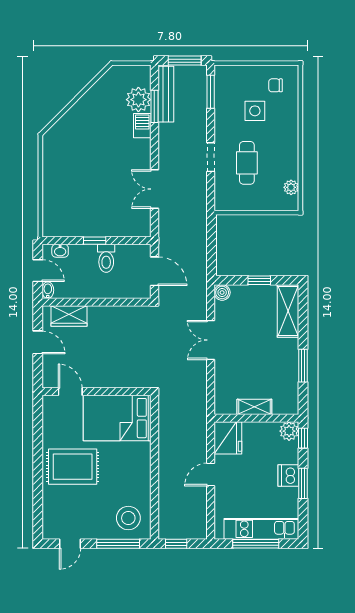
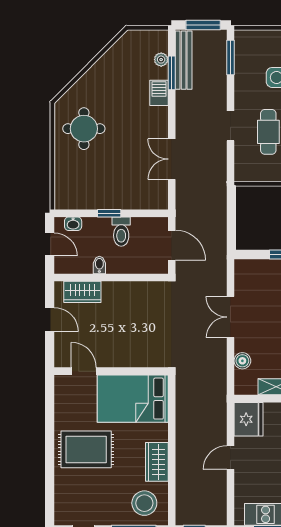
plant: (138, 100) -> (161, 60), width x0.53, depth x0.53
round table: (70, 160) -> (84, 129), added
bidet: (48, 290) -> (99, 265), moved
boiler: (222, 292) -> (242, 361), moved
wardrobe: (140, 479) -> (157, 462), added

